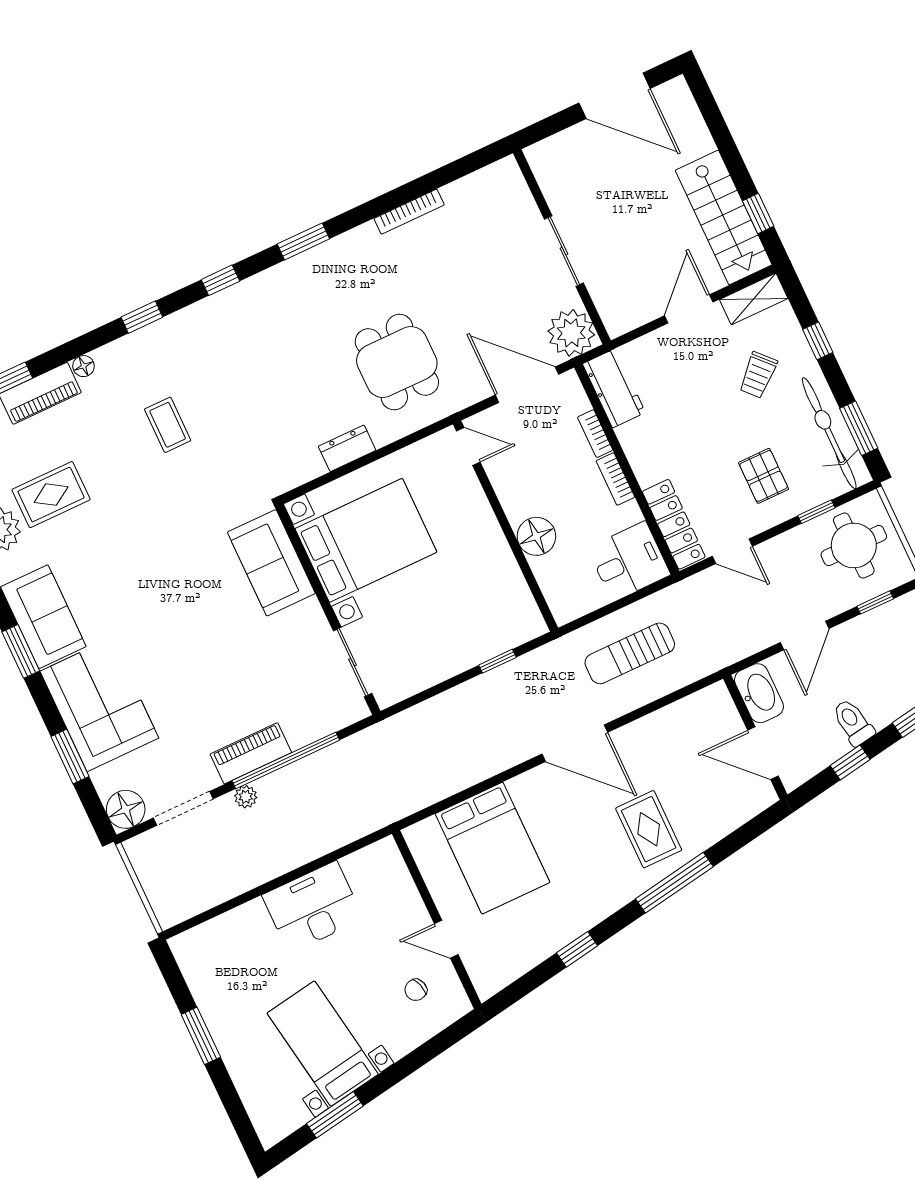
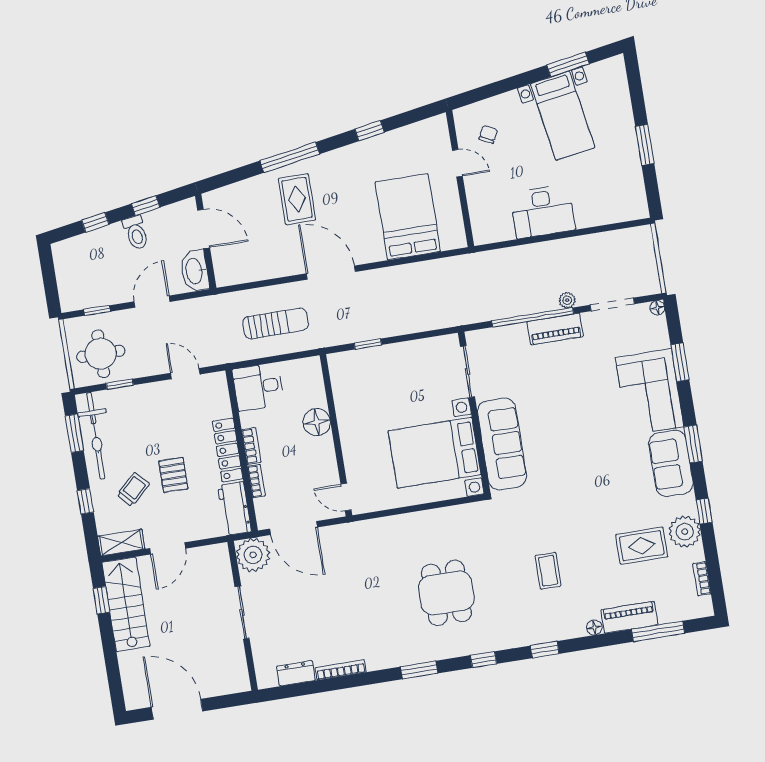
dining table: (397, 362) -> (446, 593), moved
dresser: (347, 448) -> (296, 673), moved, turned 180
pallet: (764, 476) -> (173, 475), moved
locker: (674, 524) -> (228, 450), moved
sofa: (271, 563) -> (502, 444), width x1.36
floor lamp: (126, 809) -> (657, 308), width x0.53, depth x0.53
chair: (416, 990) -> (488, 134), turned -46

